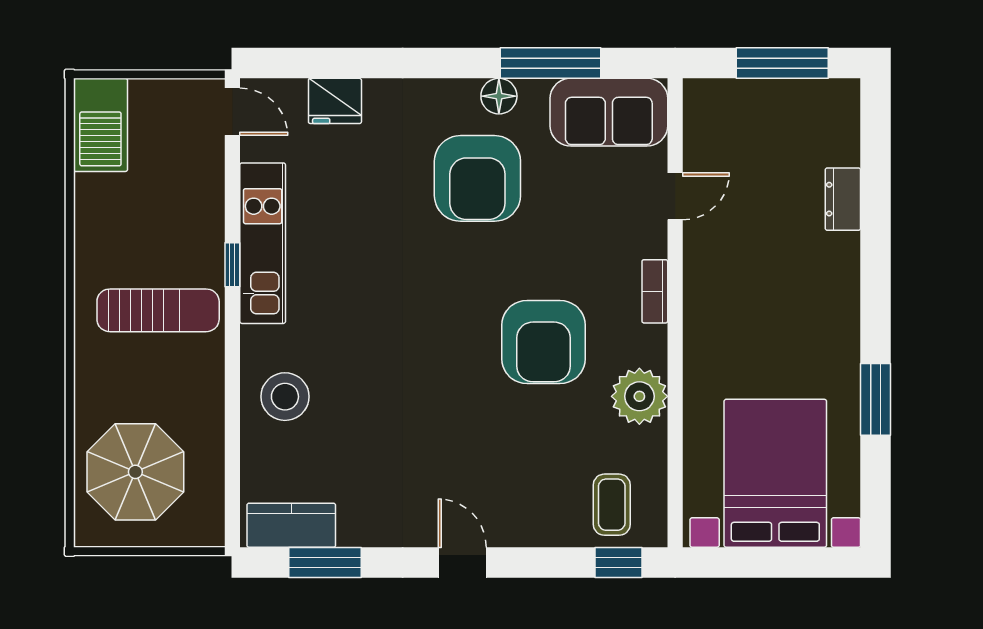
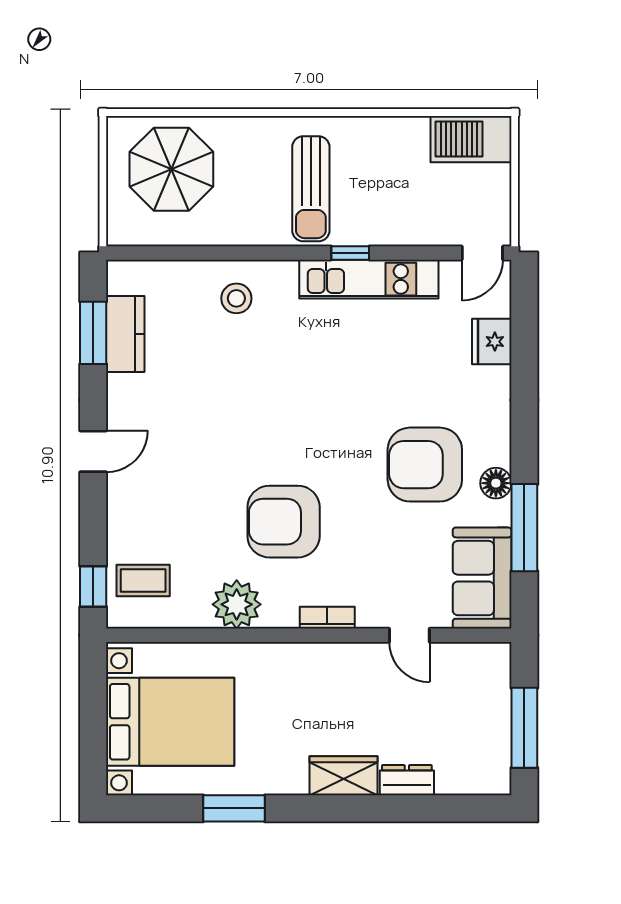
wardrobe: (838, 273) -> (343, 776), added
stool: (285, 397) -> (236, 298), width x0.73, depth x0.73
kitchen counter: (291, 525) -> (125, 334), moved

